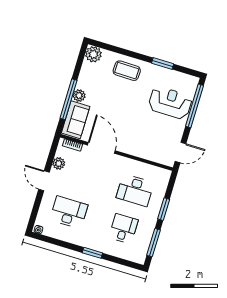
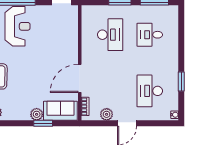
window: (68, 99) -> (43, 123), width x0.47
reception desk: (170, 103) -> (17, 26), turned 180
window: (92, 253) -> (181, 82), moved

